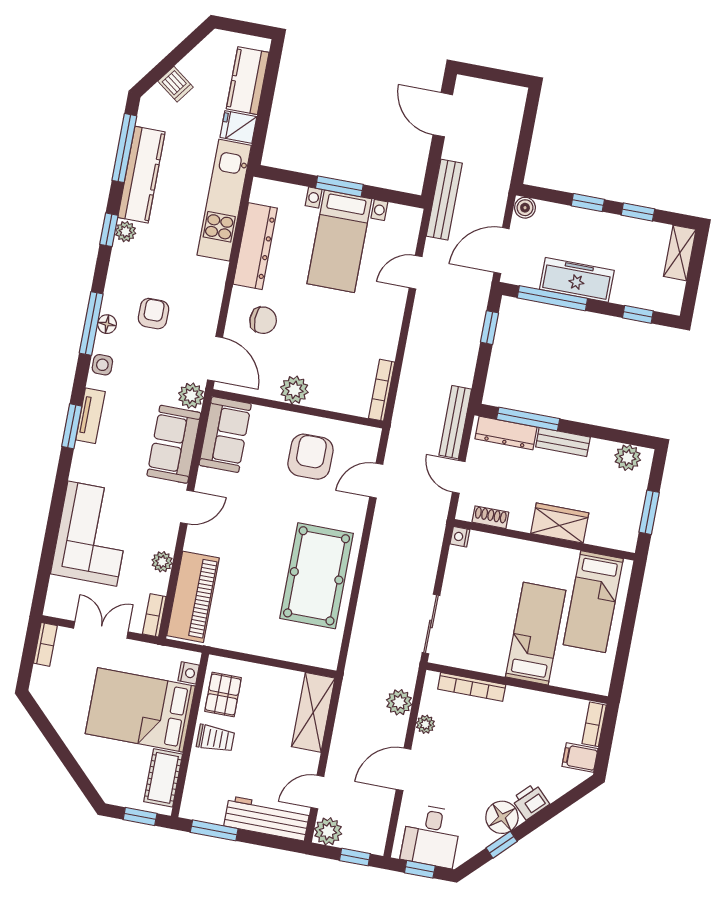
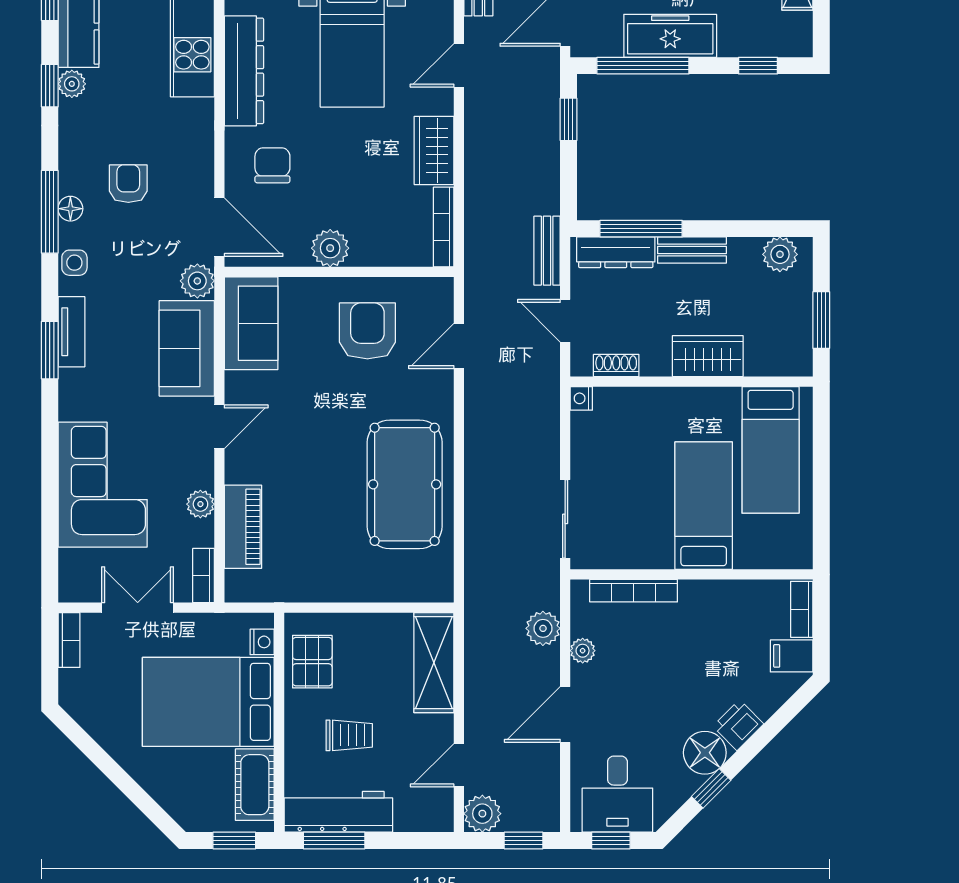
chair: (263, 320) -> (272, 165), turned -90
wardrobe: (385, 332) -> (434, 150), added
bench: (455, 422) -> (547, 251), width x0.73
piano: (193, 597) -> (243, 527), width x0.73, depth x0.75
trolley: (215, 738) -> (349, 735), moved
workbench: (267, 818) -> (338, 812), moved

